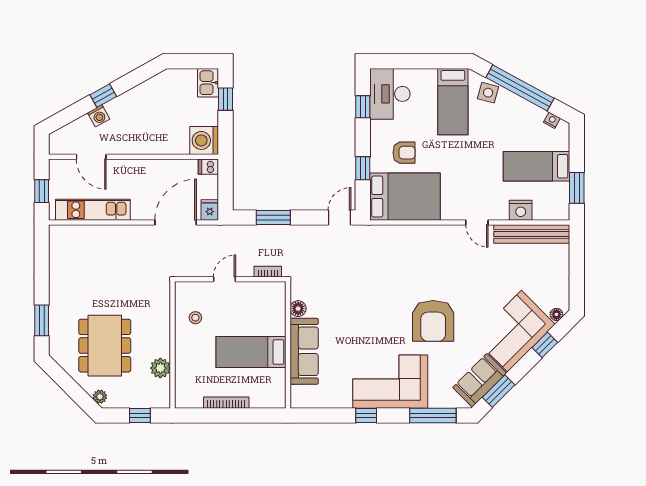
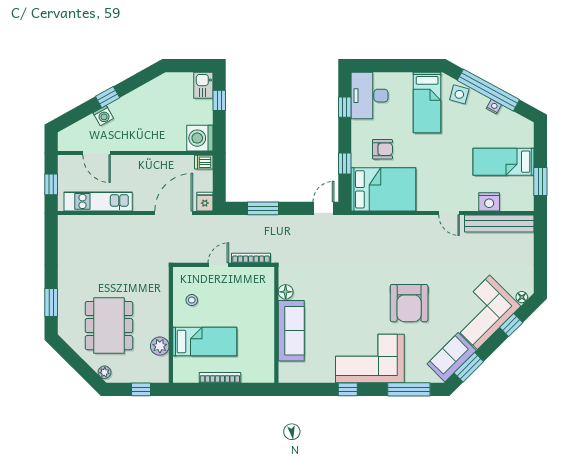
nightstand: (552, 120) -> (494, 107), moved
bookcase: (268, 272) -> (251, 258), width x1.56
bed: (251, 352) -> (205, 341), moved, turned 180

